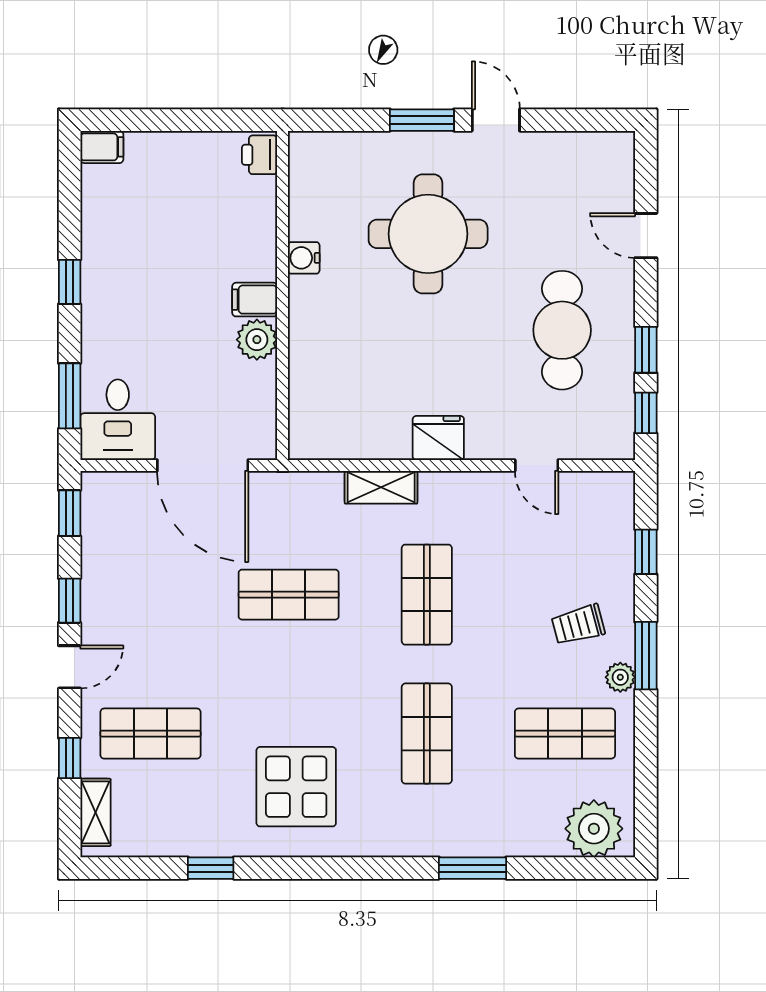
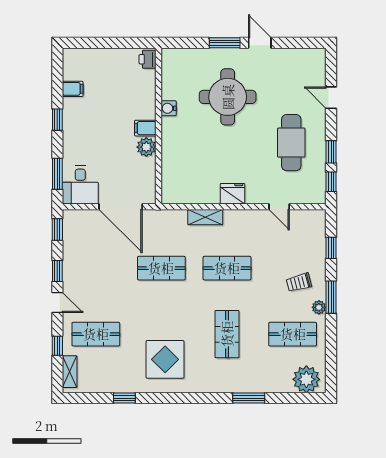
filing cabinet: (102, 147) -> (73, 89), moved
shop shelf: (427, 595) -> (227, 268), turned 90
door: (70, 667) -> (57, 302), hinge flipped

